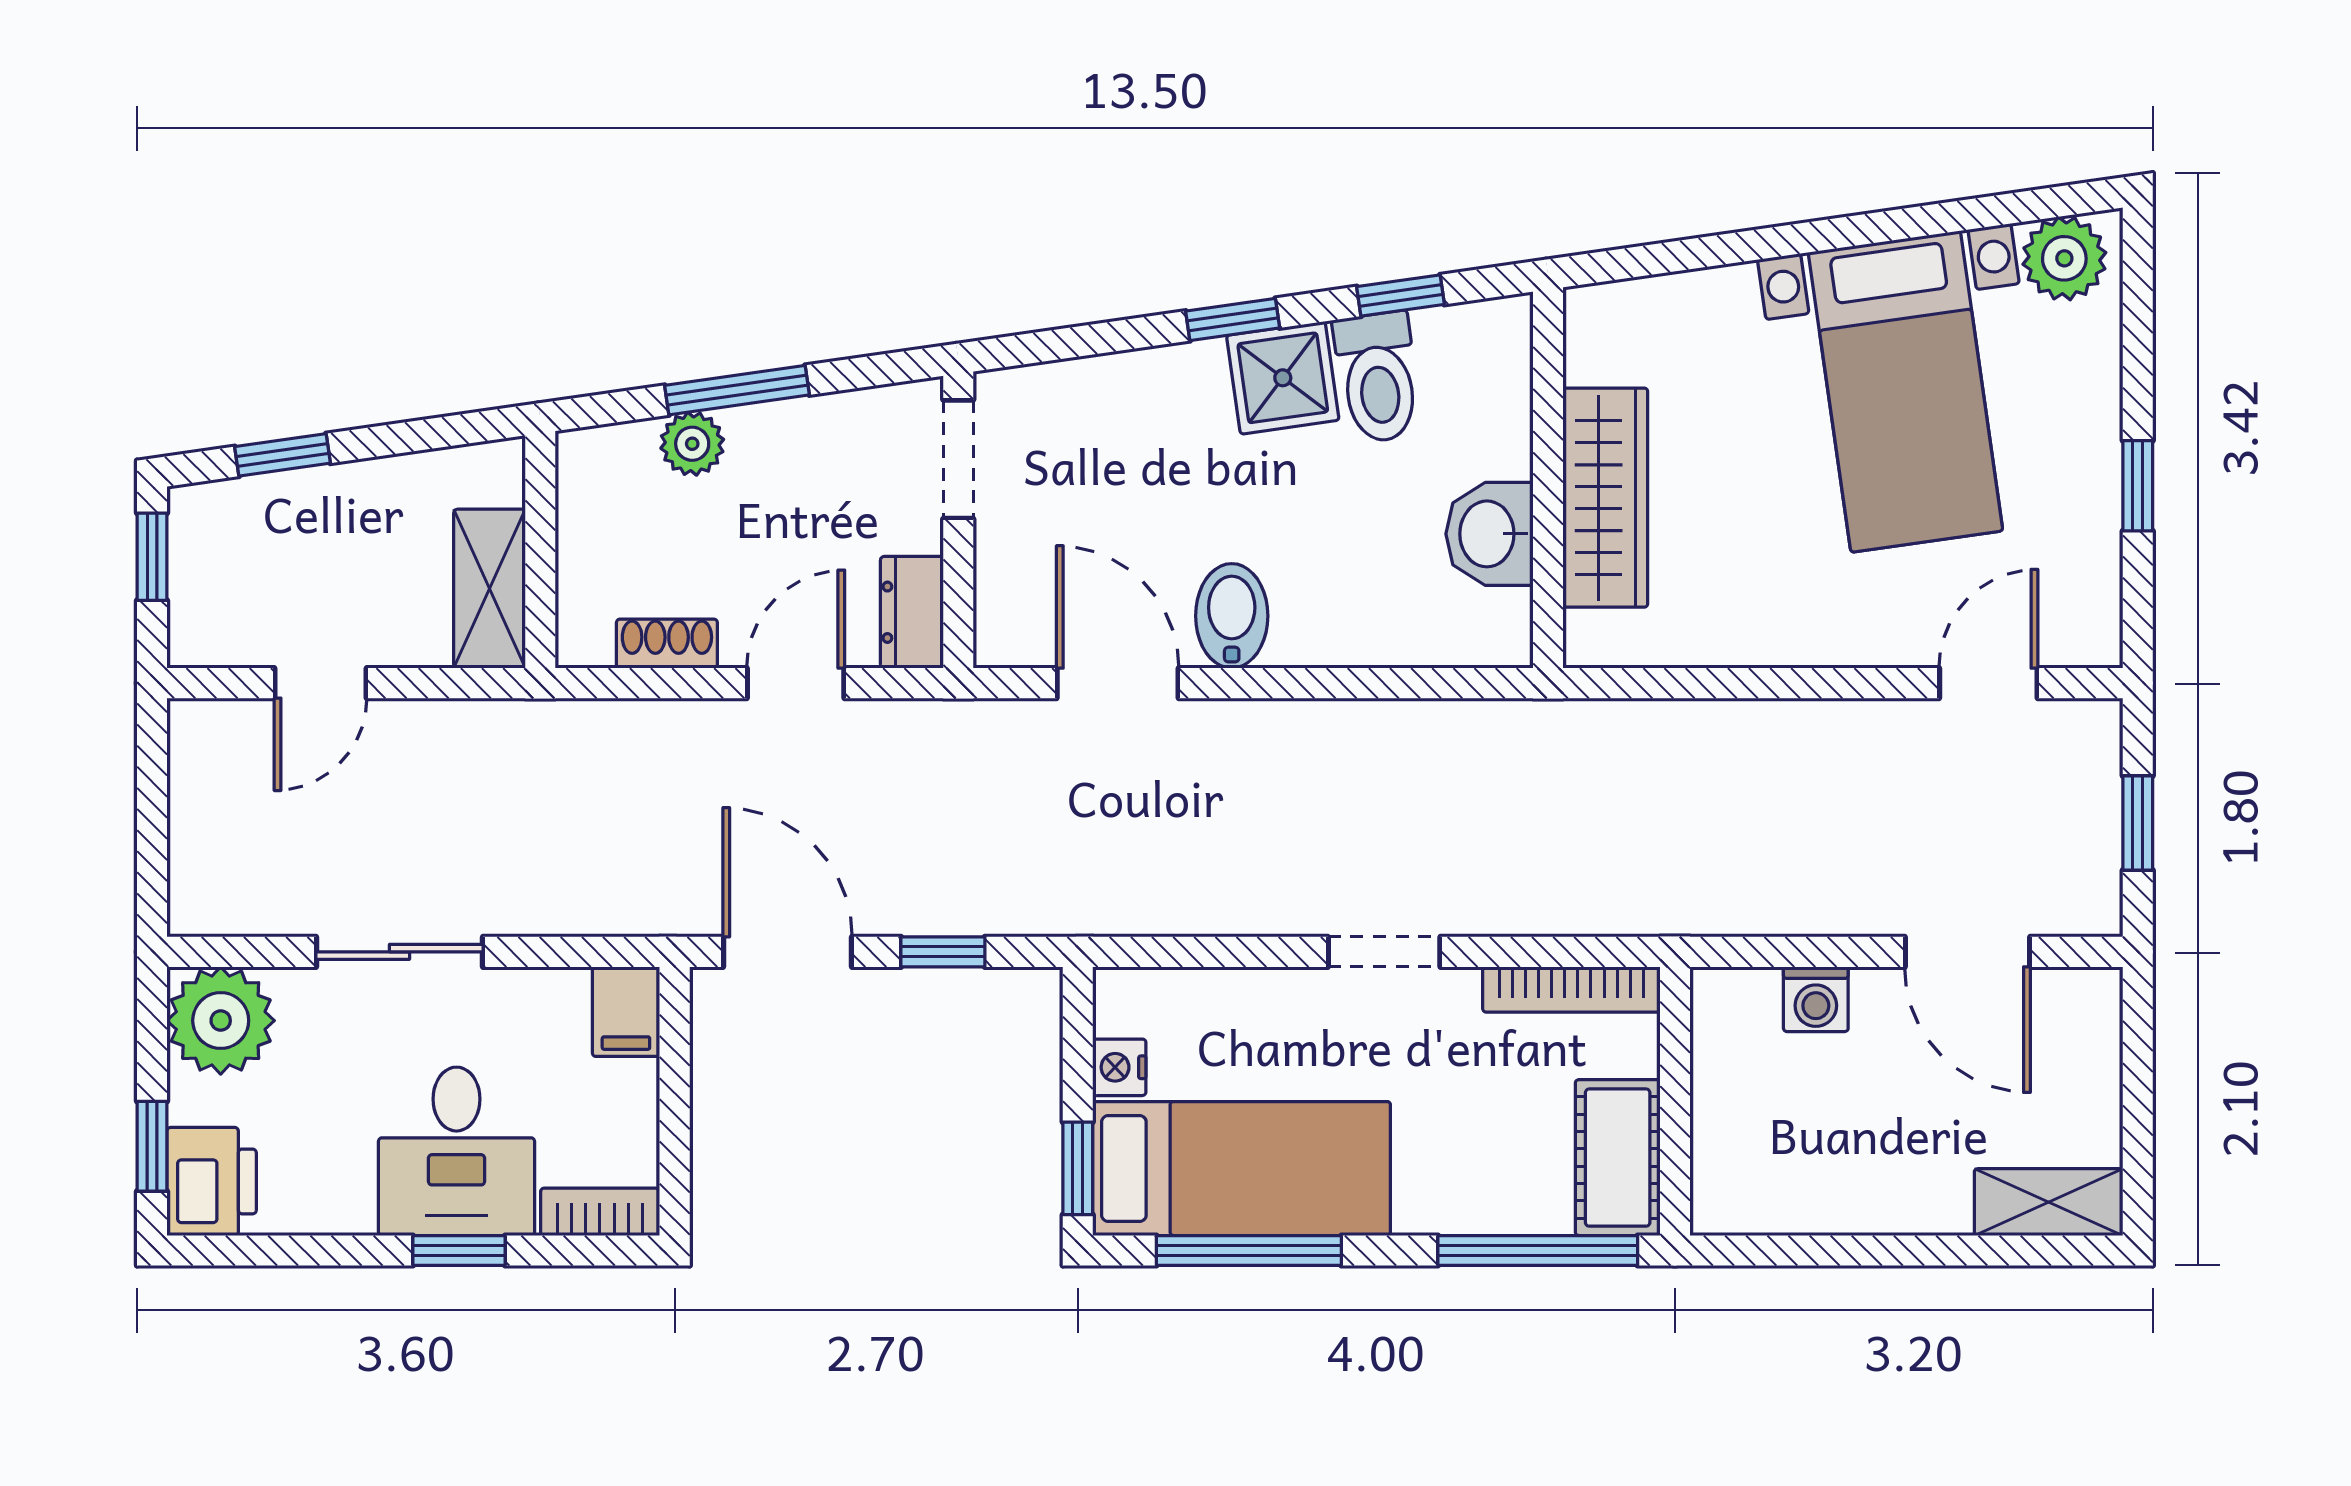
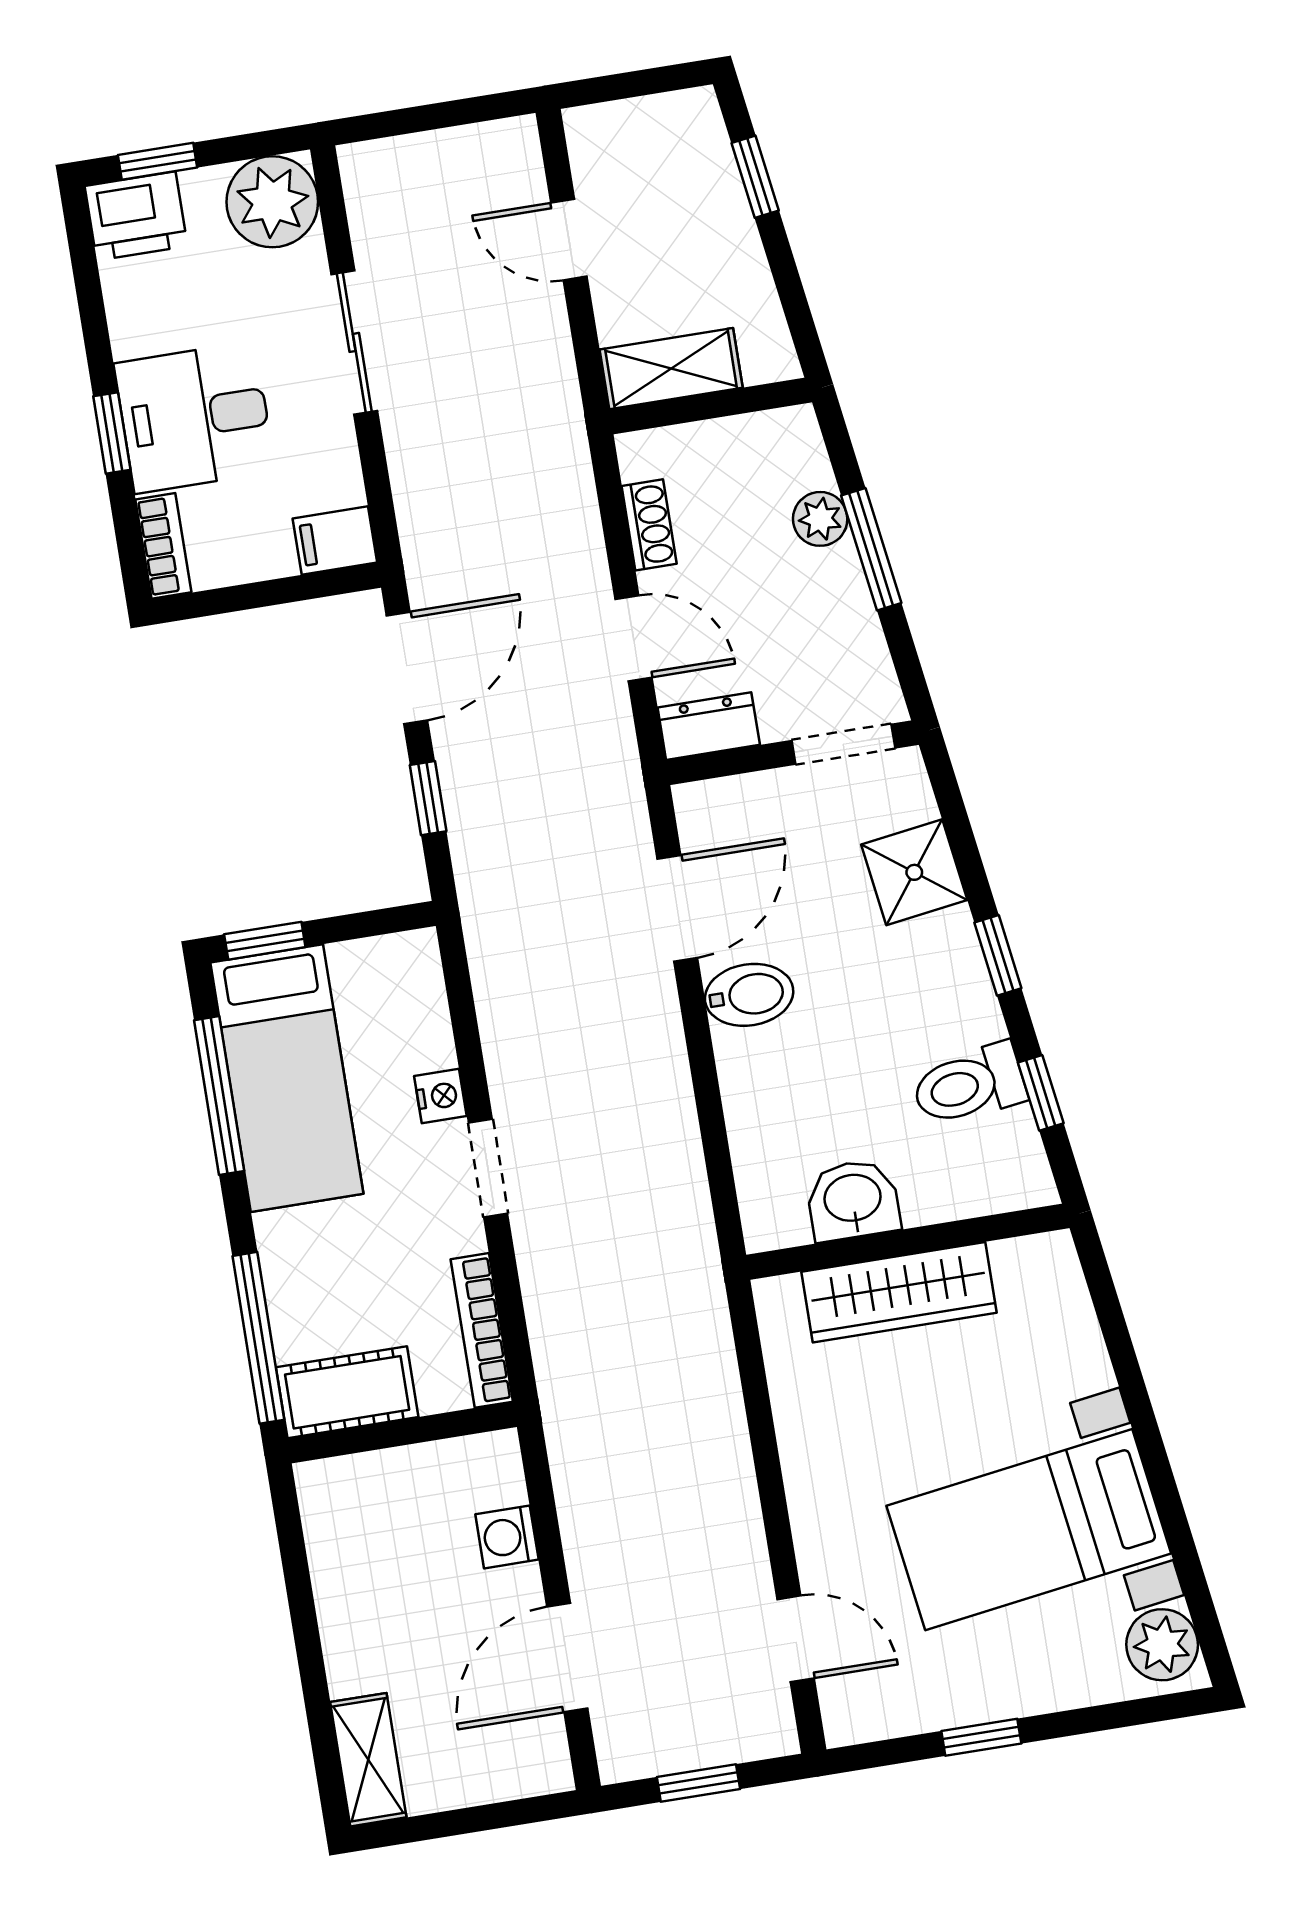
shower: (1283, 378) -> (914, 872), moved
window: (152, 557) -> (652, 81), removed
nightstand: (1119, 1067) -> (440, 1096), moved, turned 90

